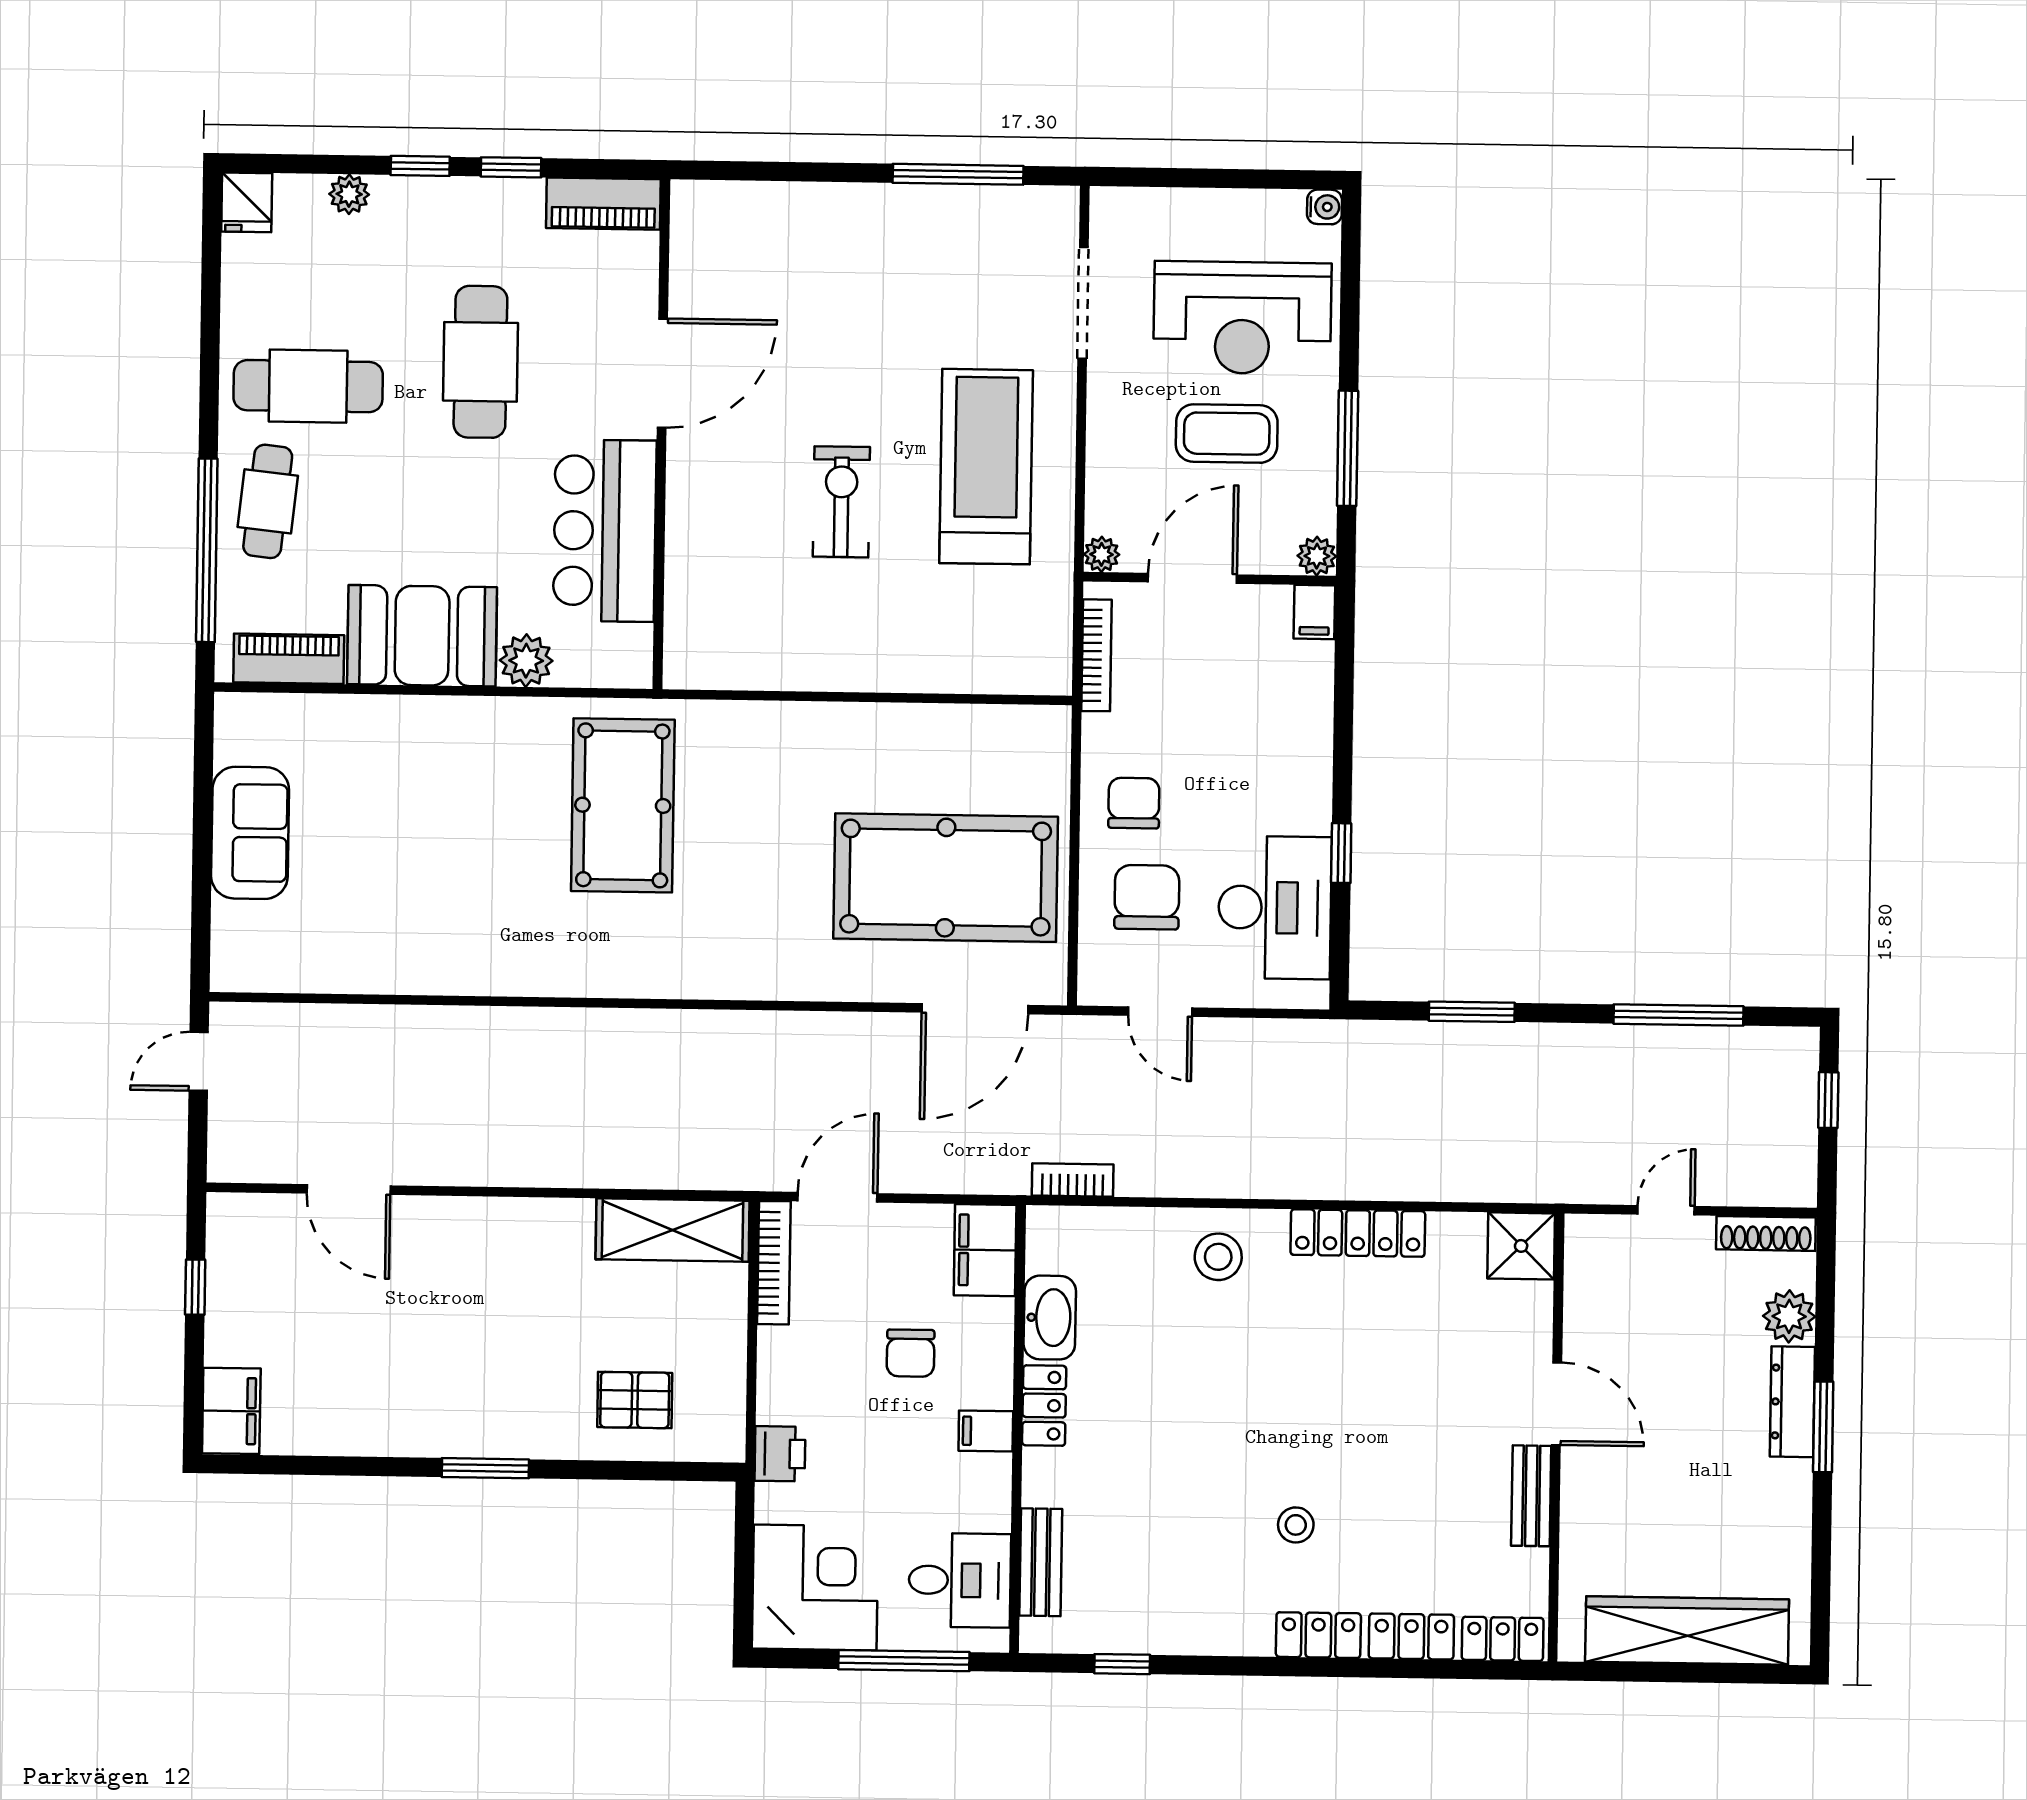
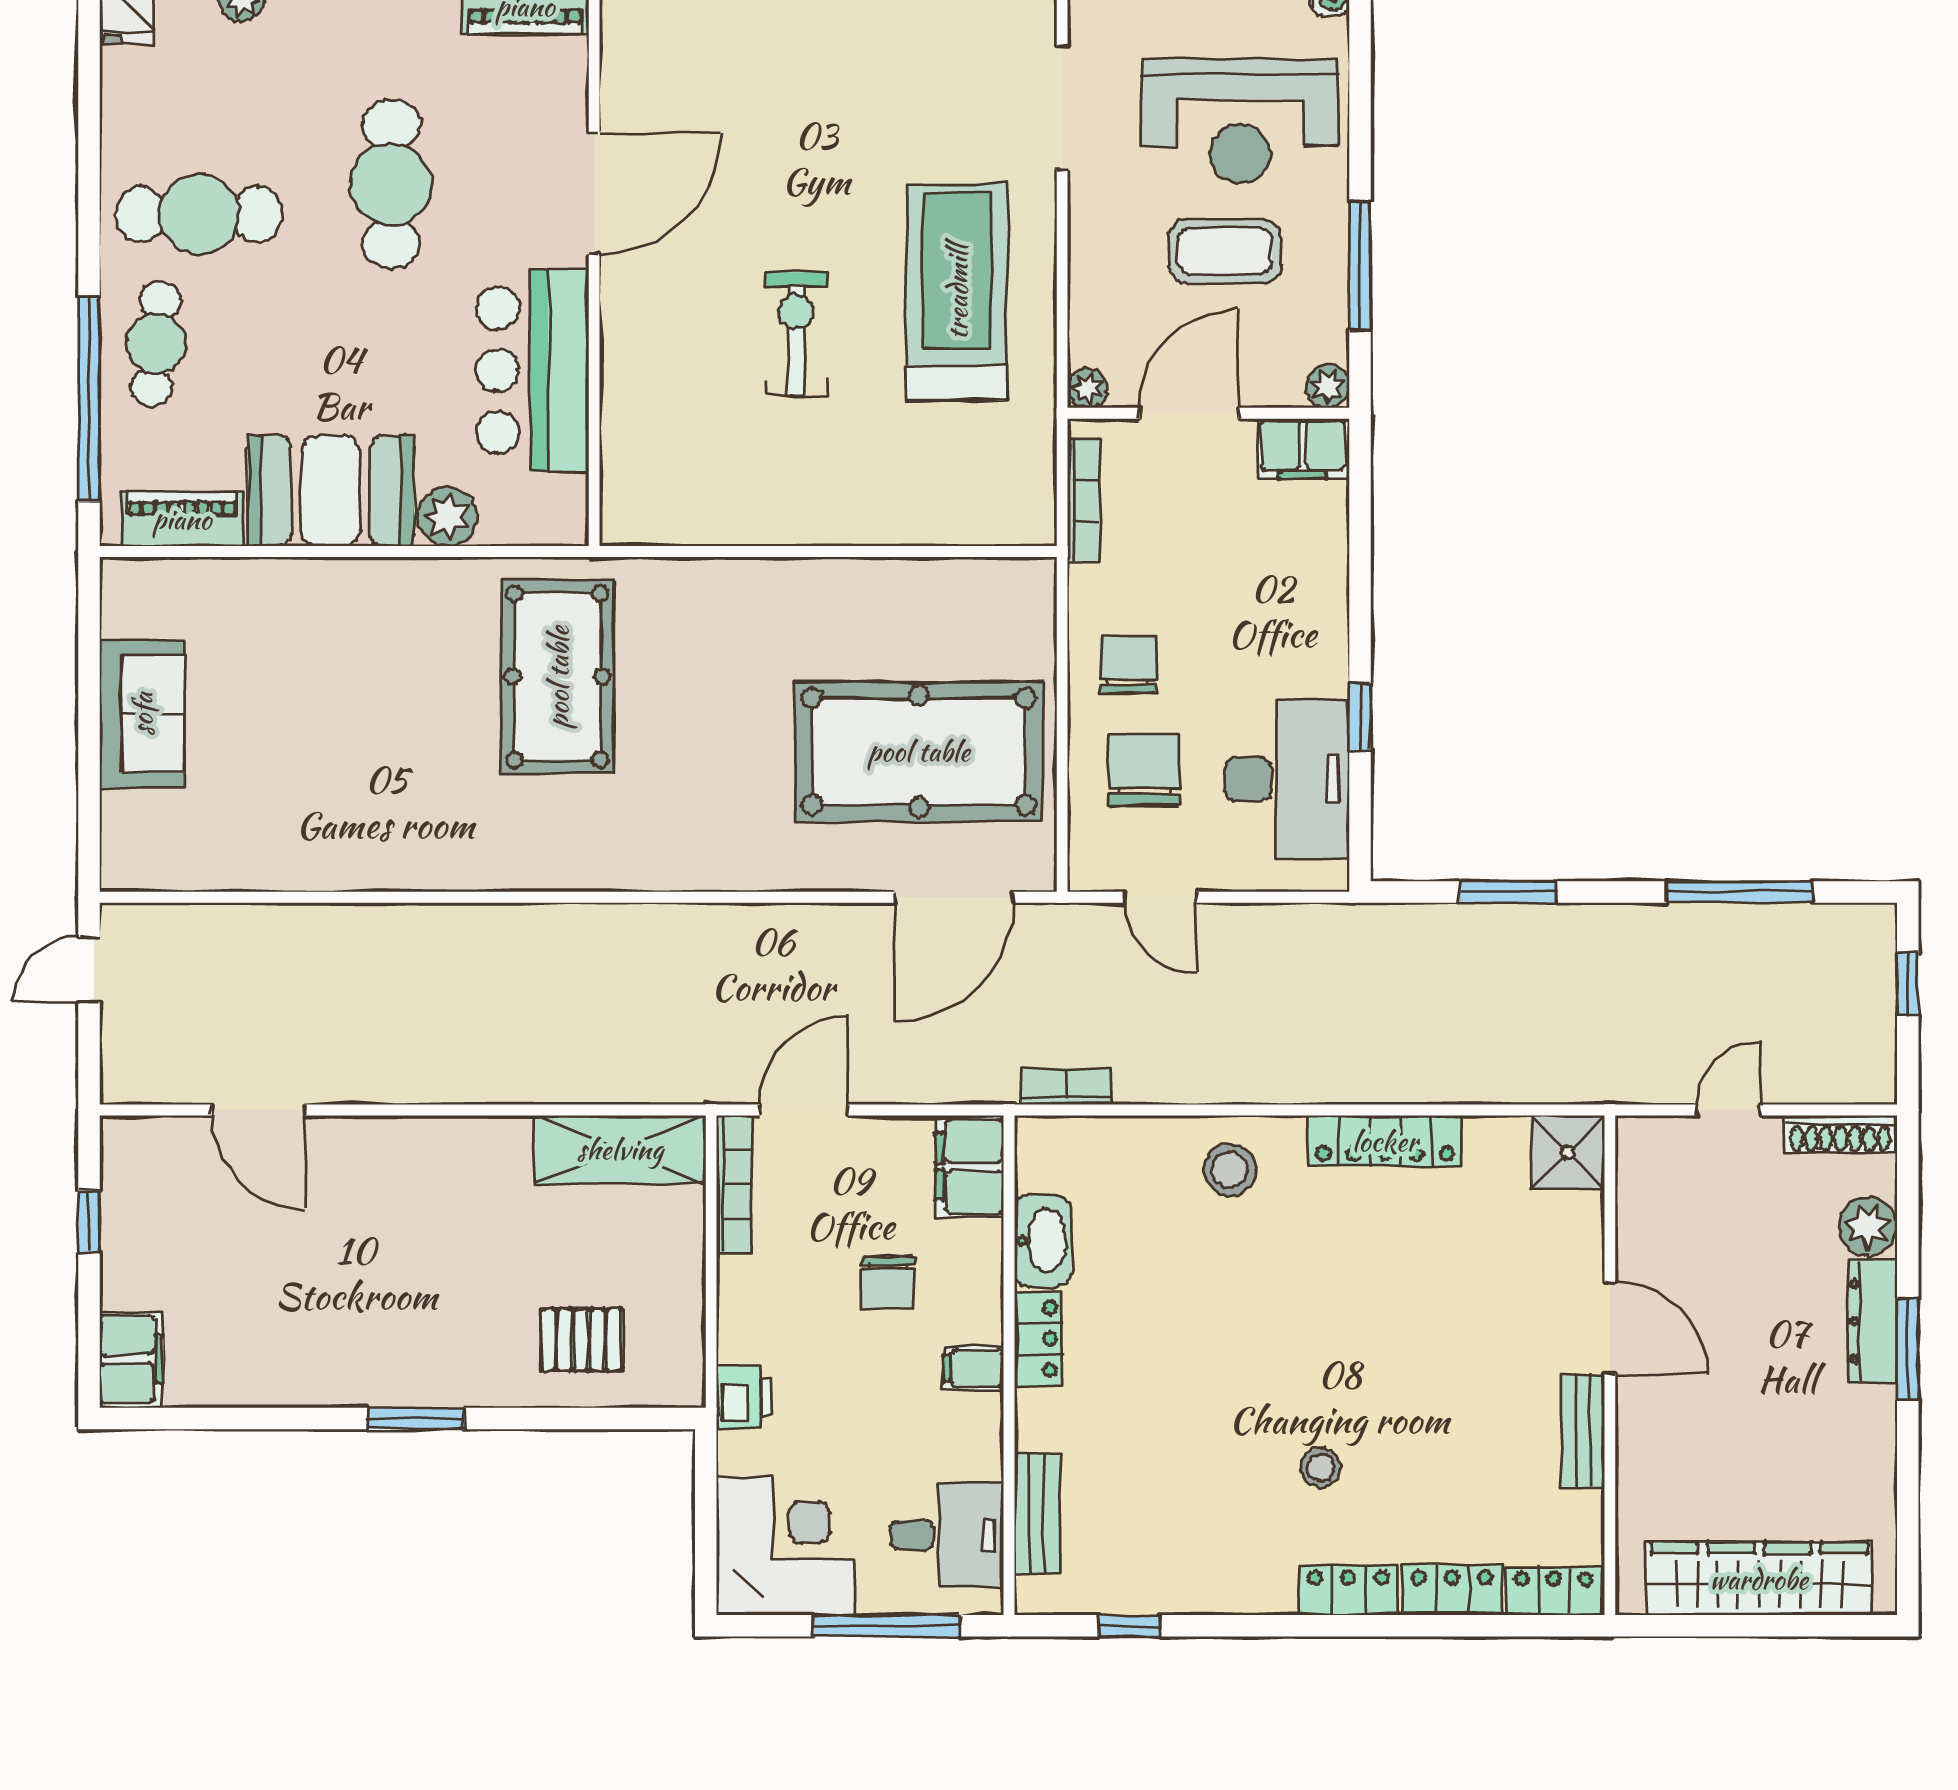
filing cabinet: (1314, 612) -> (1303, 449), width x2.00

